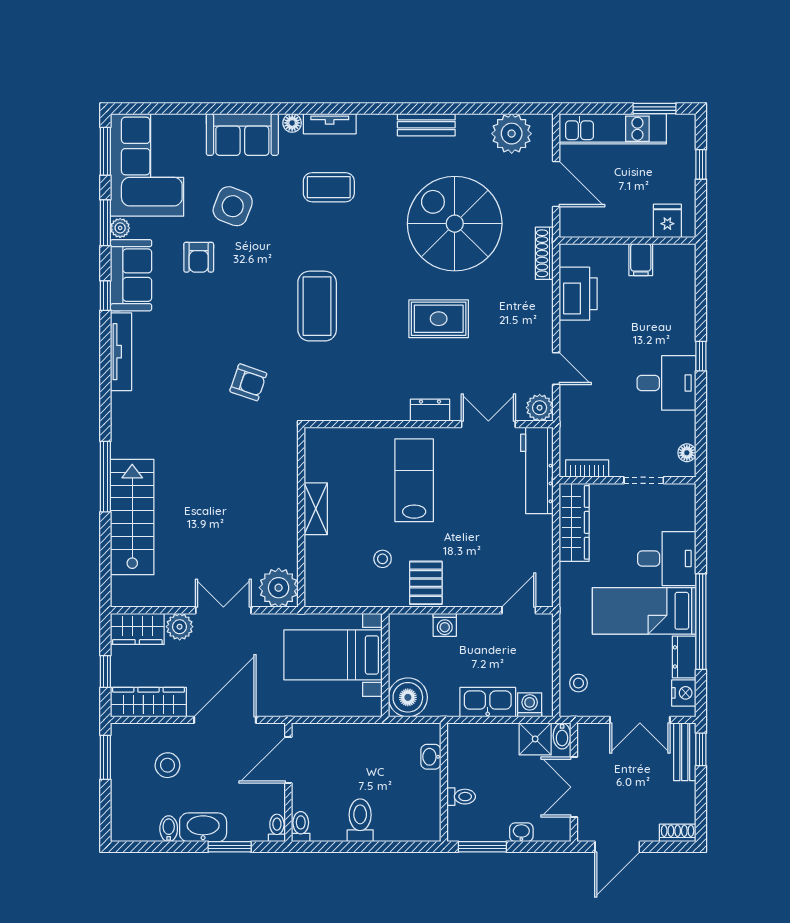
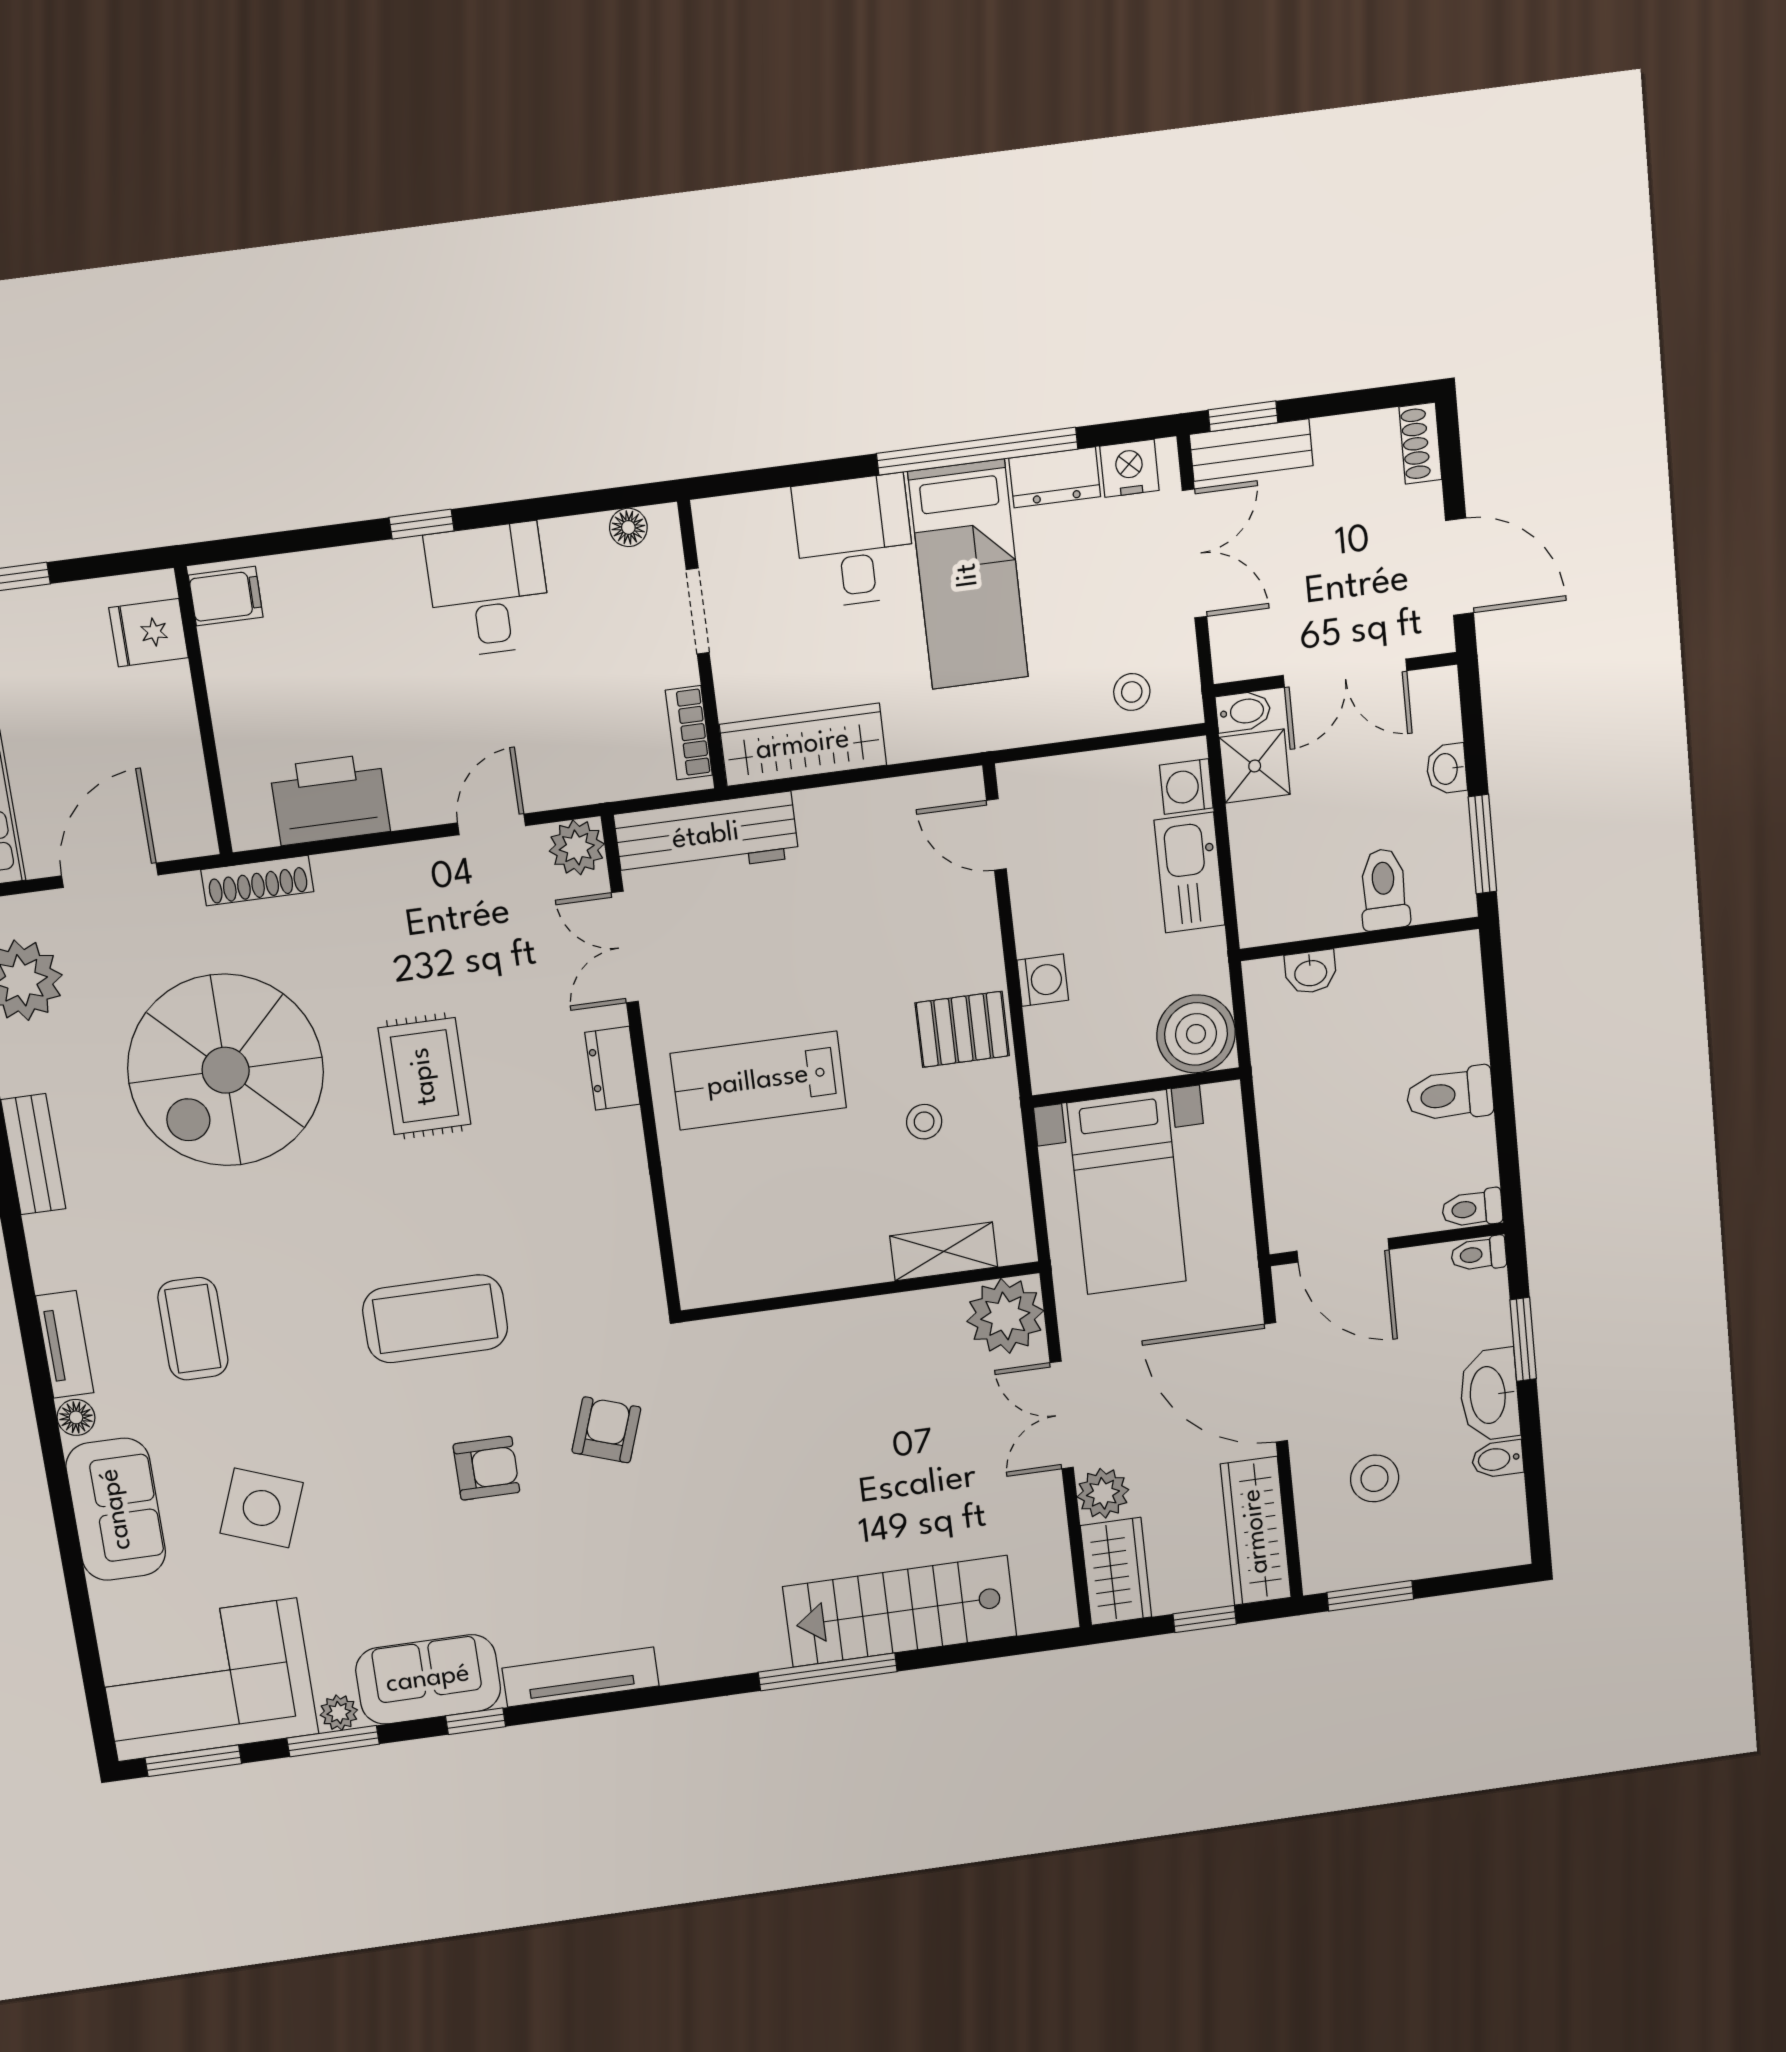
armchair: (199, 257) -> (486, 1468), moved
filing cabinet: (641, 260) -> (226, 596), moved
shelving: (316, 509) -> (944, 1251), moved
toilet: (461, 797) -> (1384, 889), width x1.37, depth x1.39

